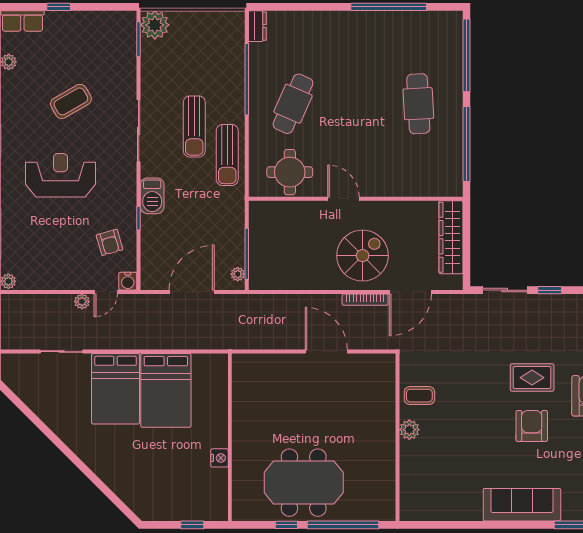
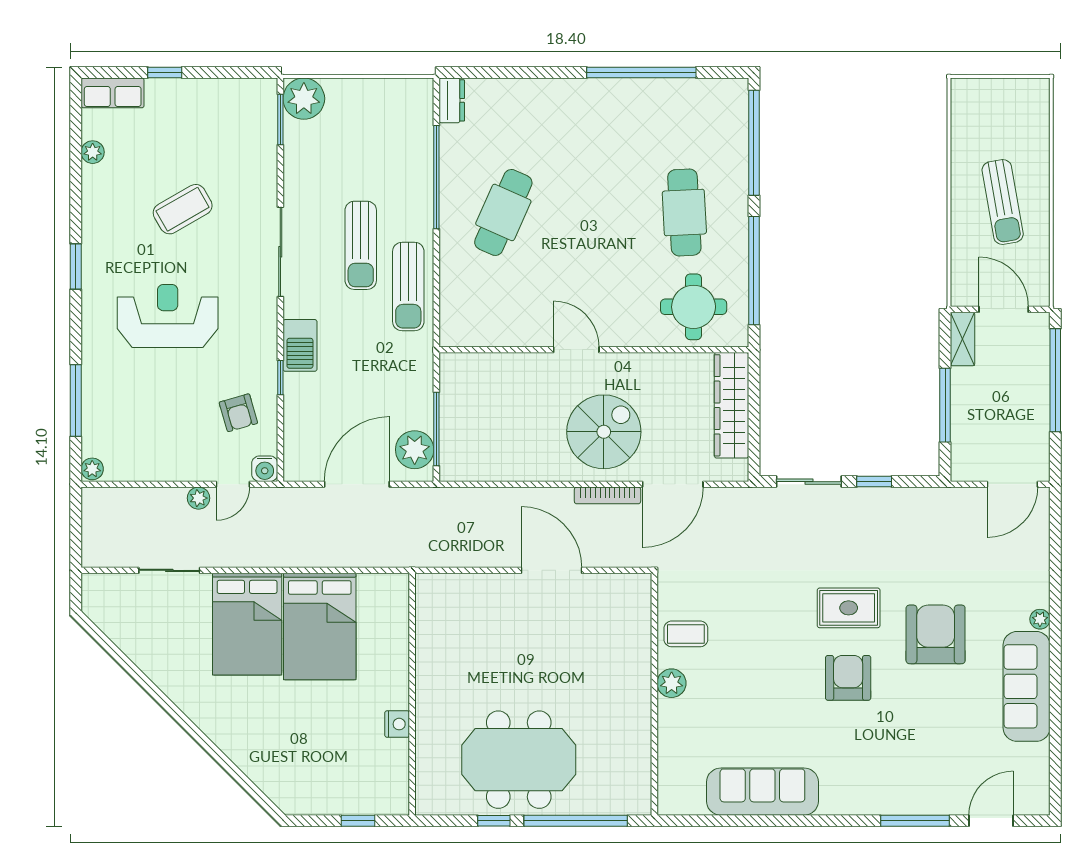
round table: (290, 172) -> (694, 307), moved
plant: (238, 274) -> (415, 450), width x1.87, depth x1.87
sofa: (522, 505) -> (762, 792), moved

